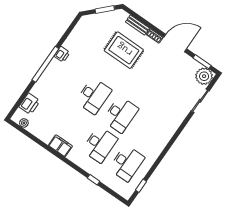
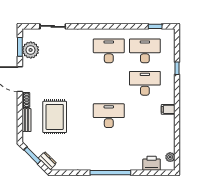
dresser: (92, 19) -> (47, 161), added
printer: (62, 54) -> (93, 165), removed
plant: (204, 76) -> (31, 50), moved
desk: (121, 114) -> (109, 51), moved
filing cabinet: (60, 146) -> (168, 109), width x0.50

